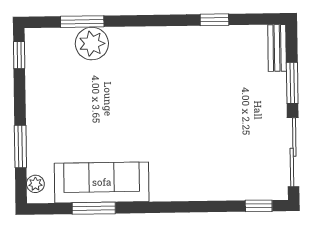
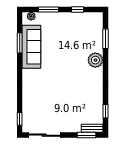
window: (214, 20) -> (106, 111), moved
plant: (92, 44) -> (95, 60), moved
window: (19, 55) -> (78, 10), moved
window: (292, 83) -> (86, 135), moved

